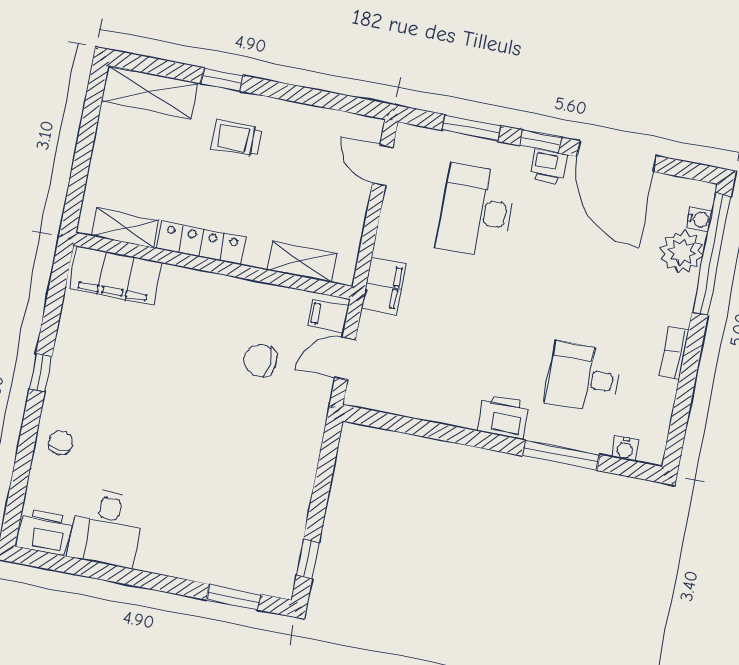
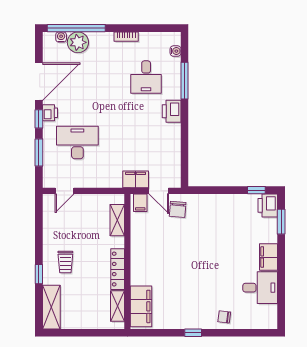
desk: (476, 211) -> (77, 143), turned 180
filing cabinet: (384, 286) -> (136, 179), moved
chair: (260, 360) -> (178, 209), moved
printer: (44, 532) -> (268, 205), moved
filing cabinet: (166, 557) -> (268, 257), added

